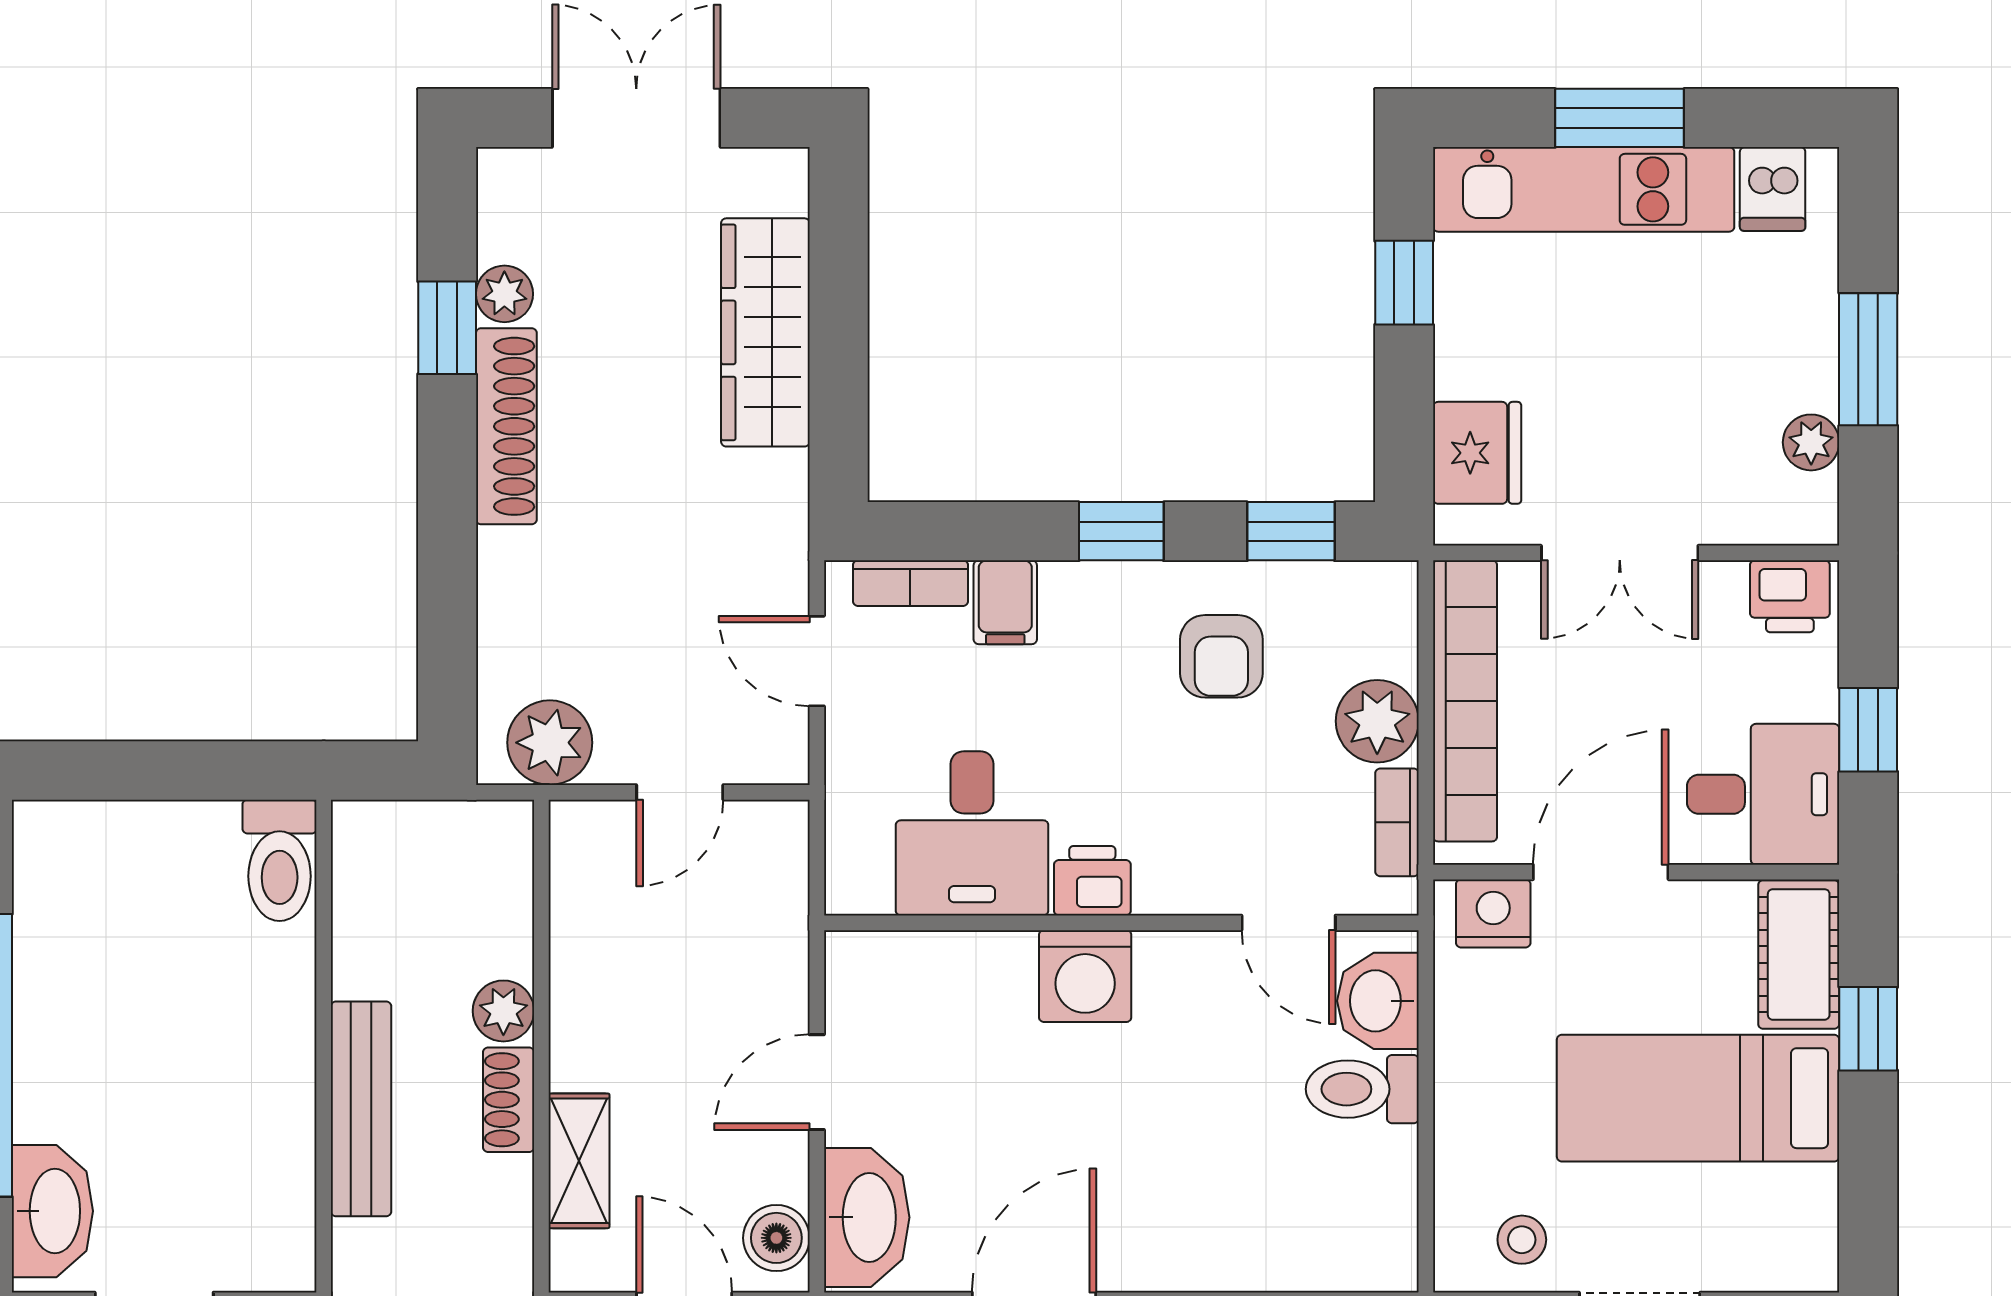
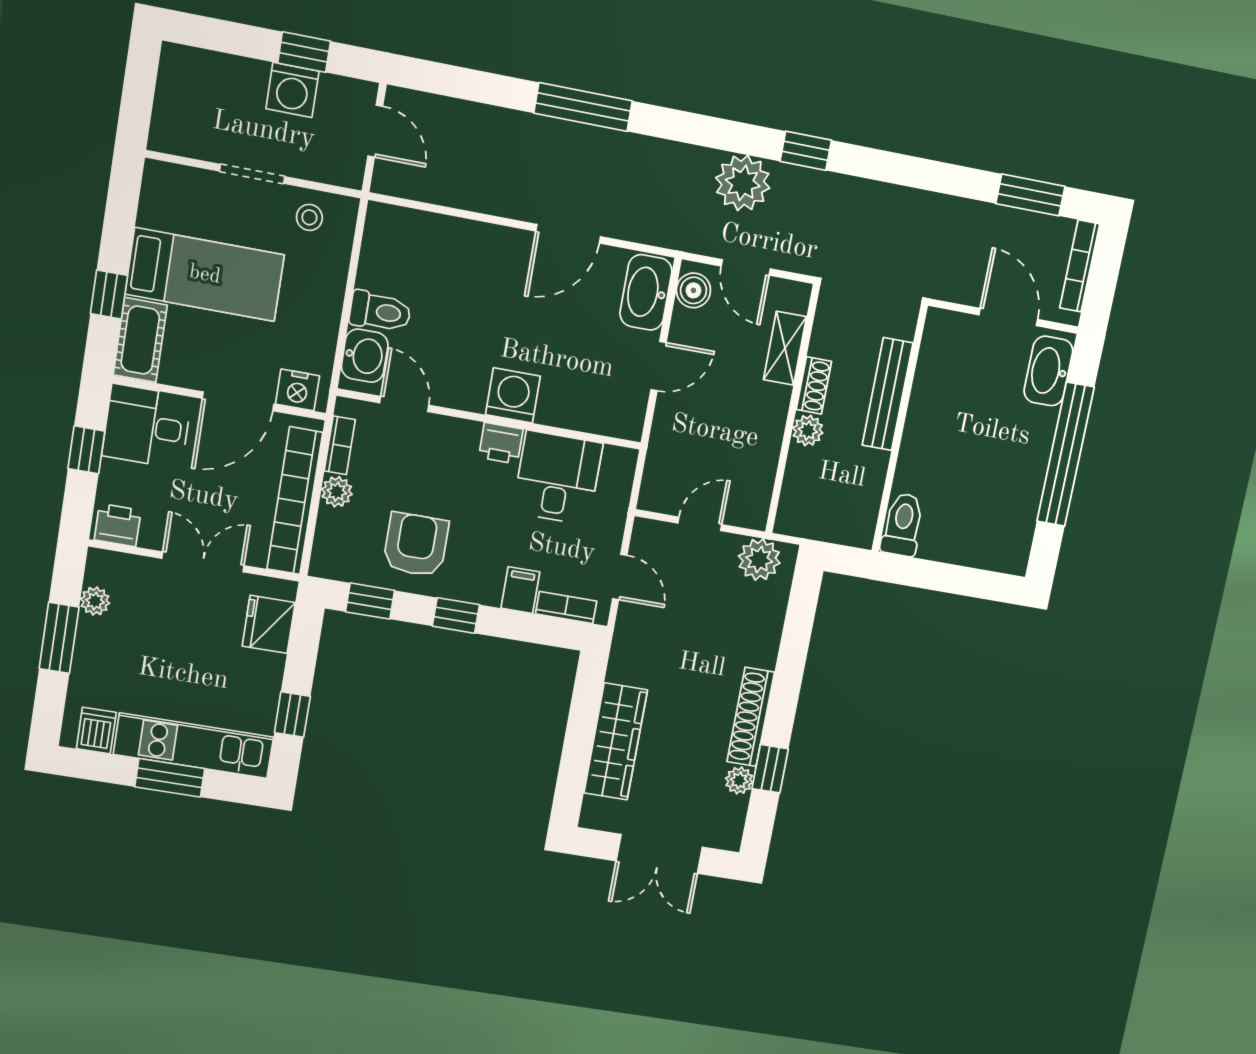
armchair: (1221, 656) -> (416, 545), width x1.38, depth x1.38
plant: (1377, 721) -> (337, 492), width x0.73, depth x0.73

